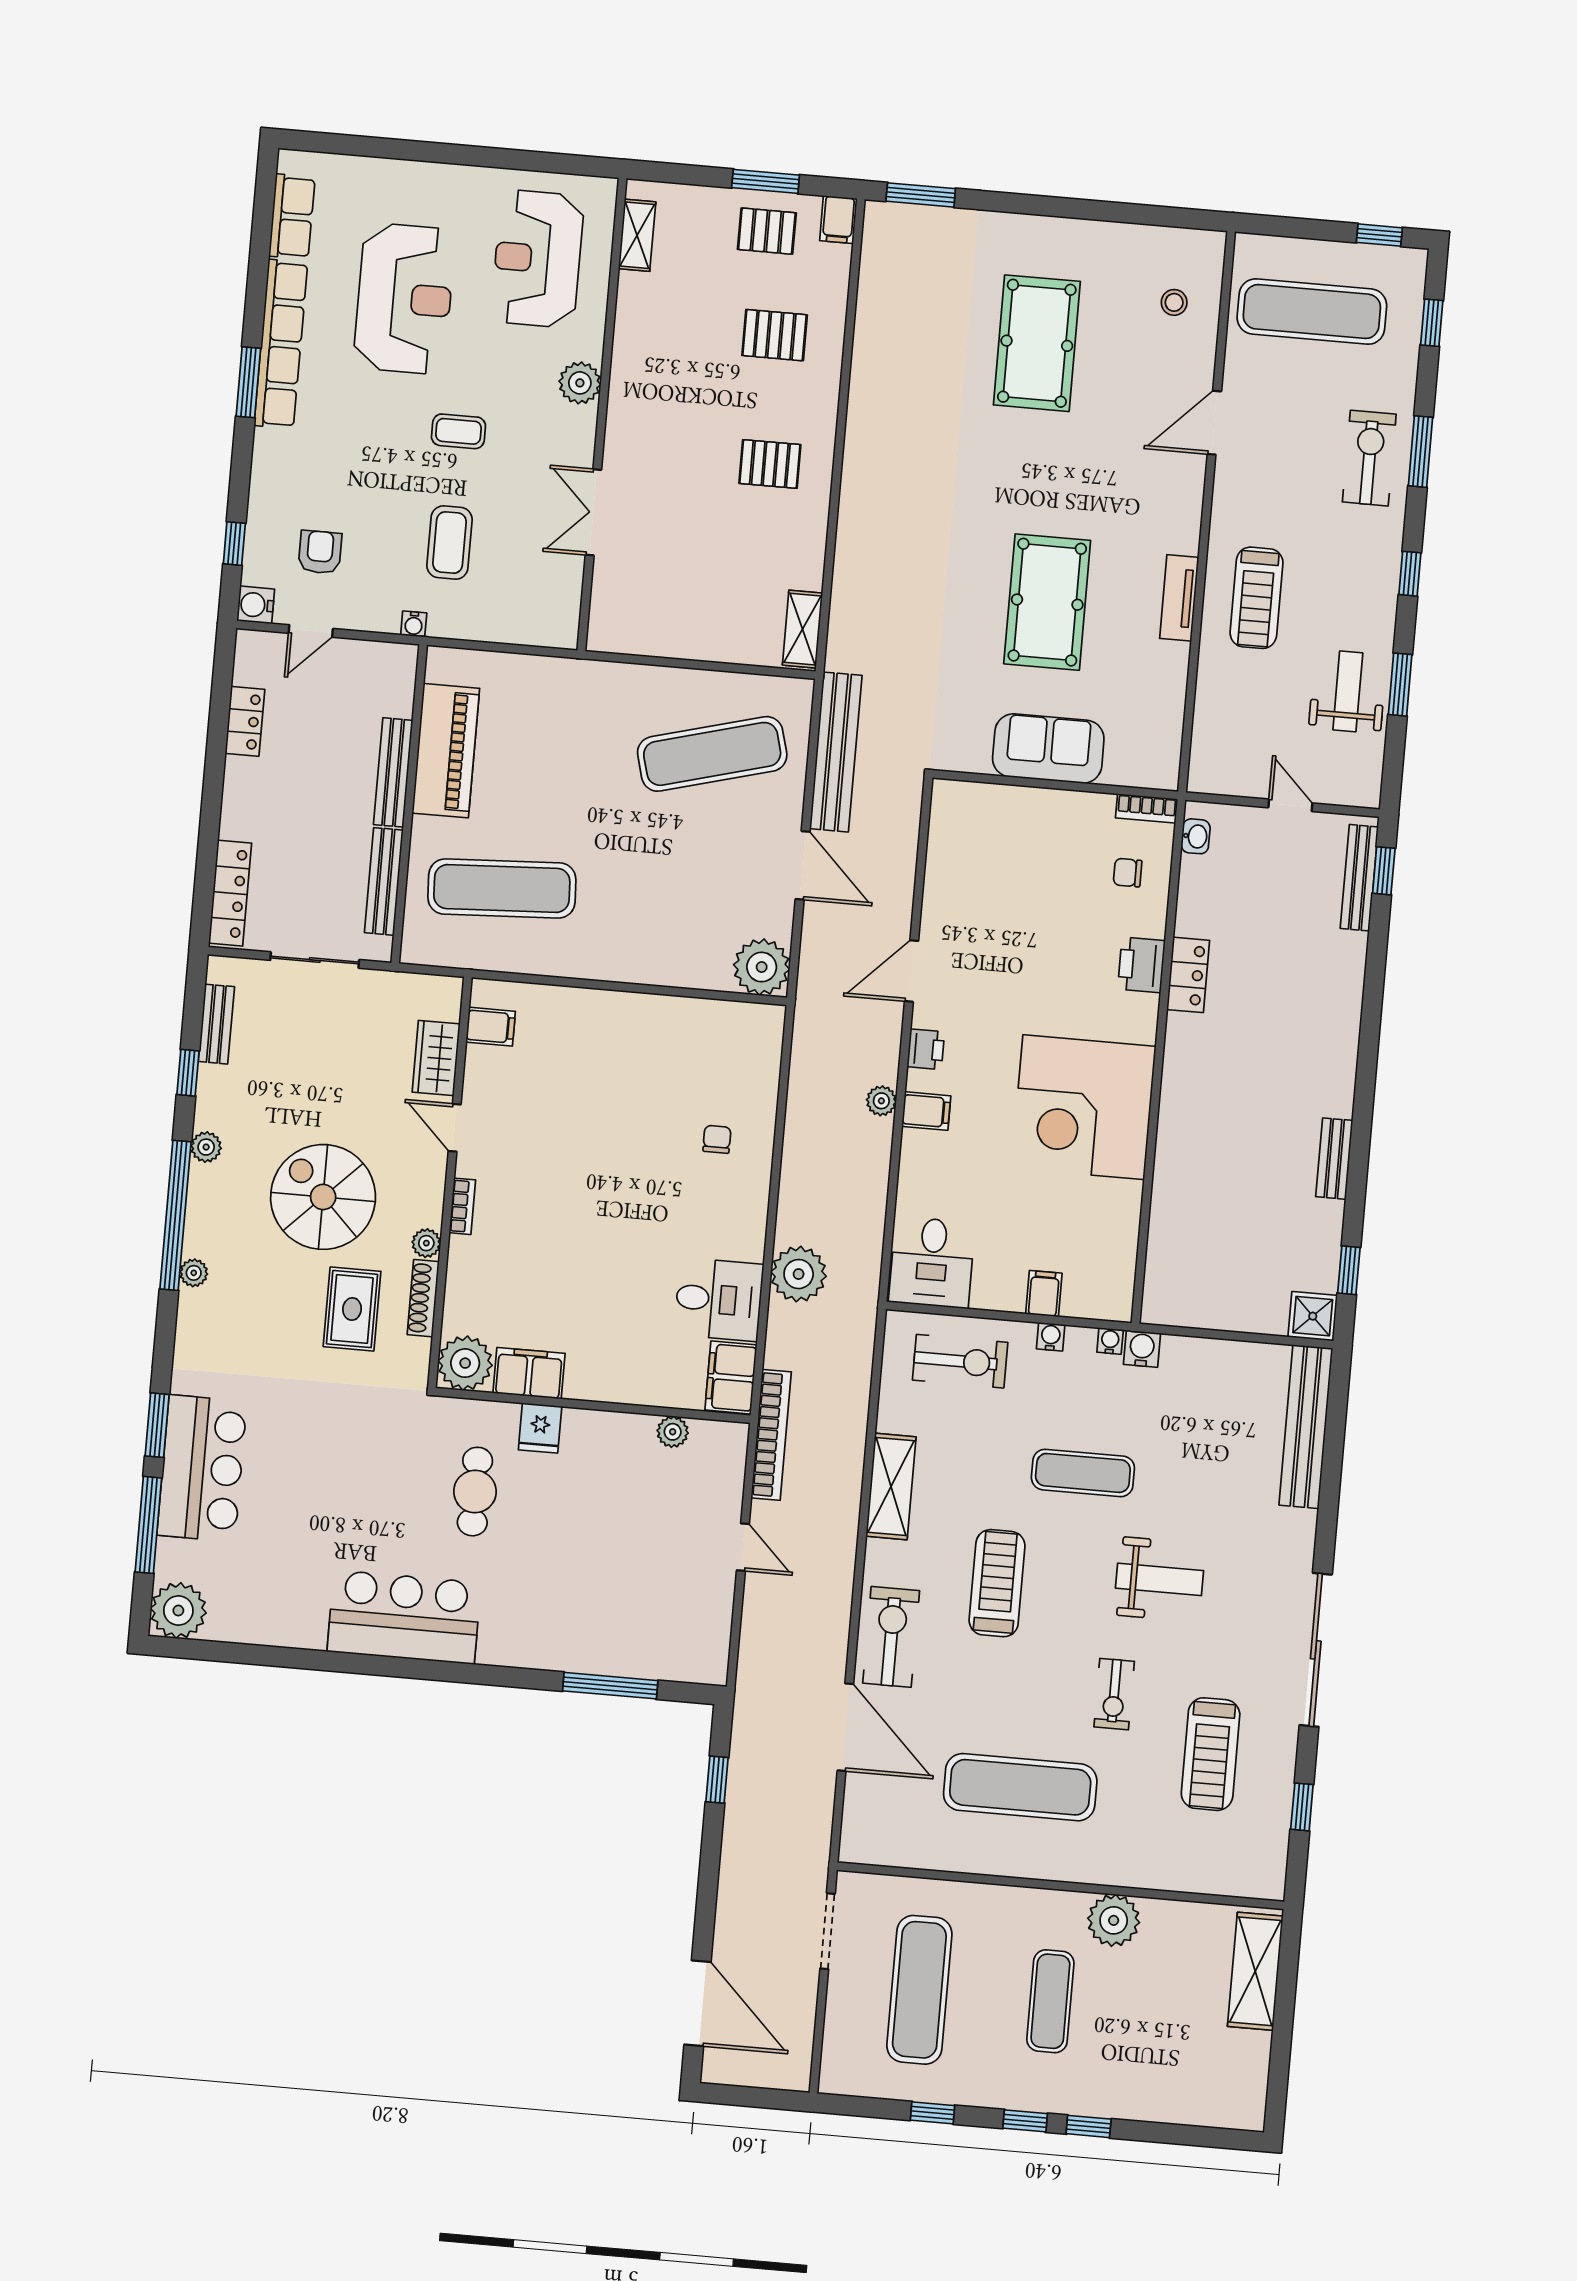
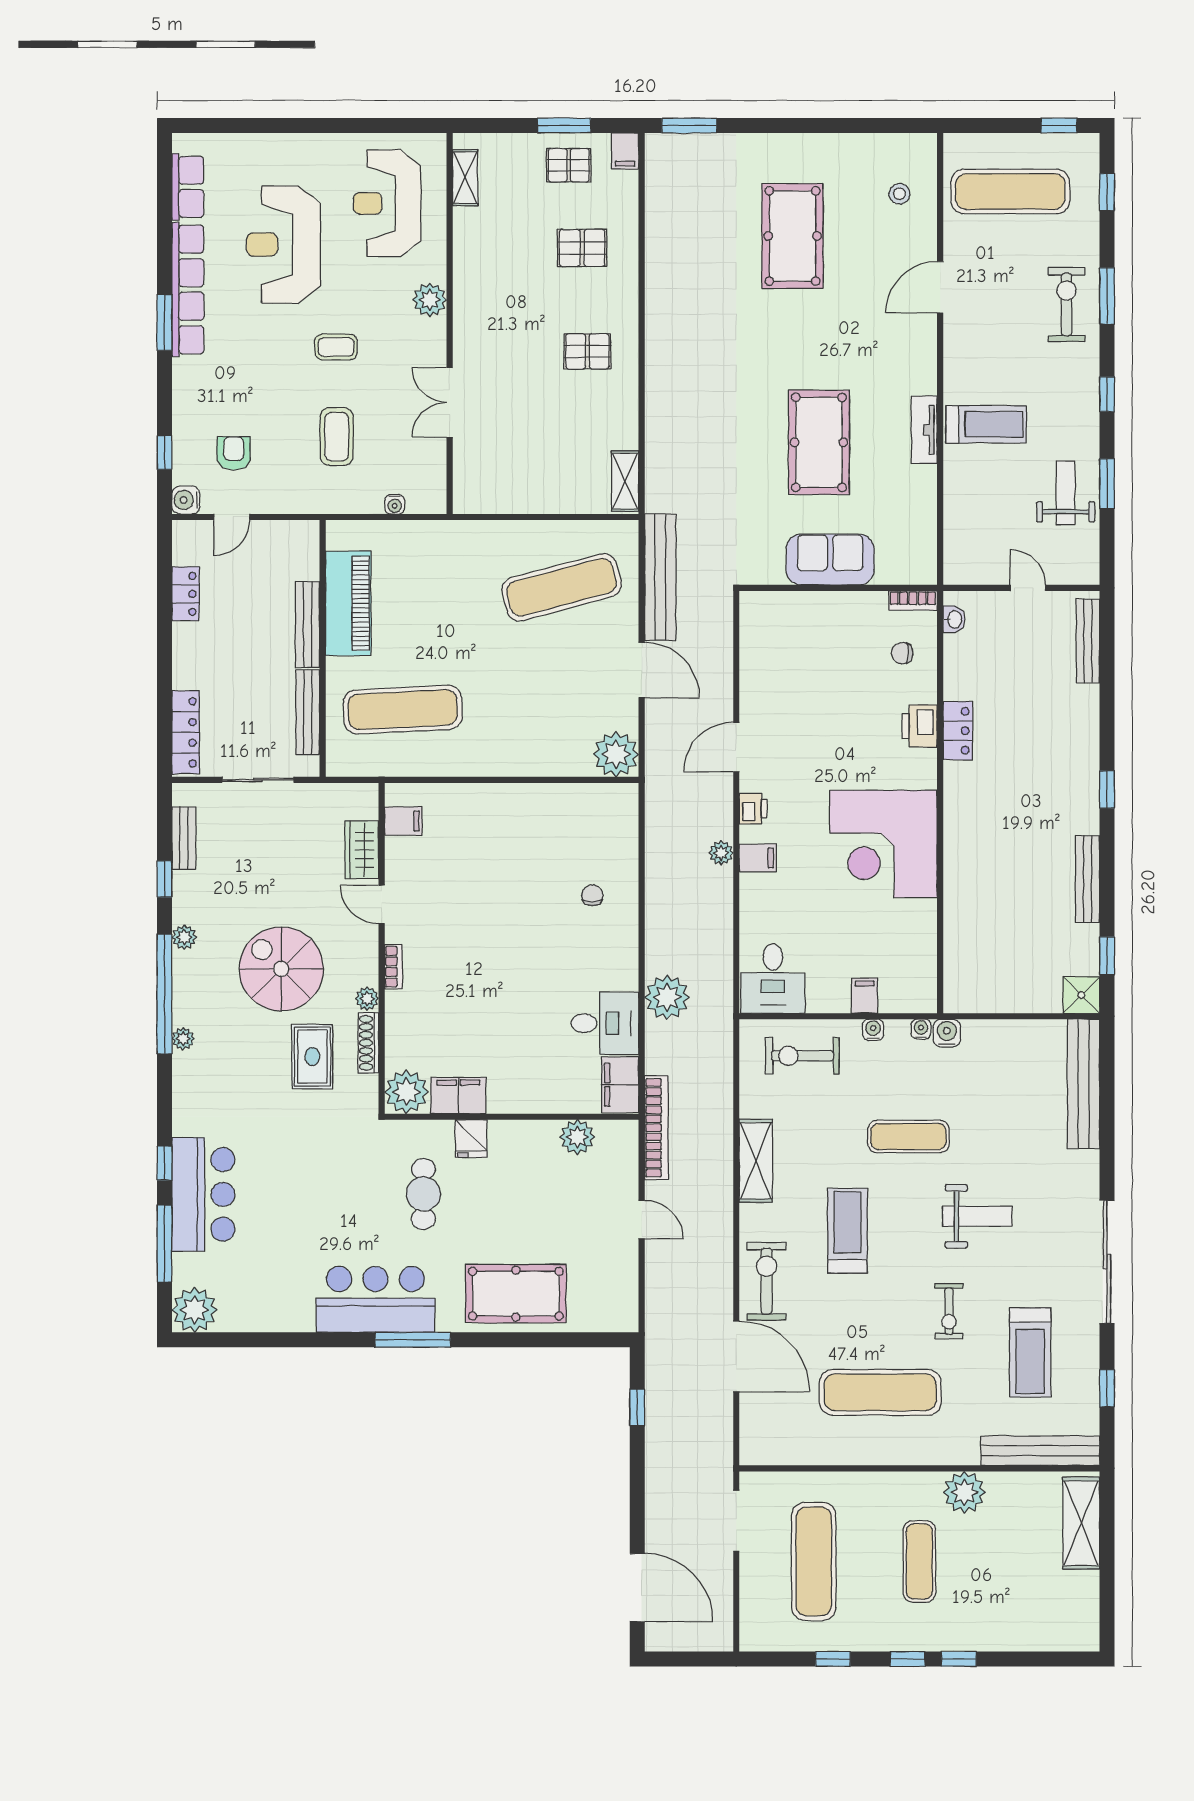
reception desk: (404, 299) -> (283, 245), turned 180
treadmill: (1257, 598) -> (986, 424), turned -90
water cooler: (414, 624) -> (395, 504), moved
window: (1384, 871) -> (1107, 790), moved
bench: (1334, 1159) -> (1087, 879), width x1.36
exercise bike: (960, 1361) -> (802, 1056), turned 180
window: (157, 1425) -> (165, 1163), width x0.67
plant: (673, 1432) -> (577, 1137), width x1.38, depth x1.38
pool table: (579, 1625) -> (516, 1294), added
window: (610, 1686) -> (413, 1340), moved
bench: (1212, 1877) -> (1040, 1451), added

